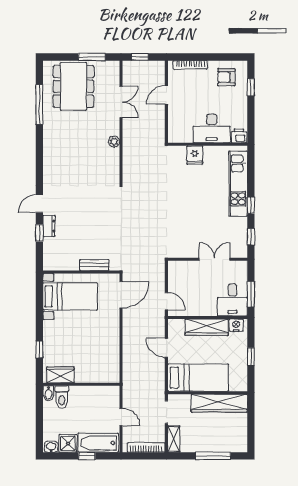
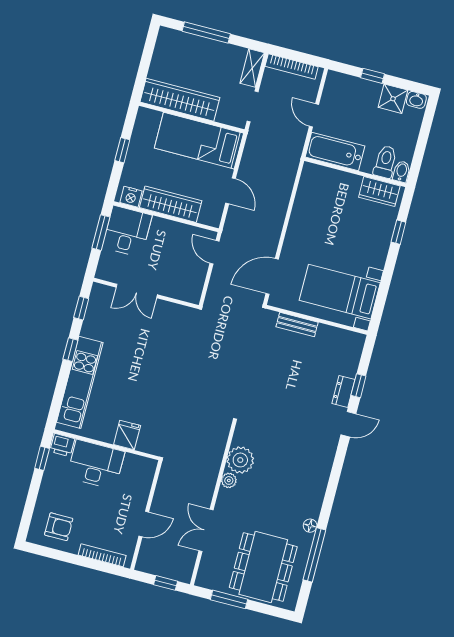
window: (251, 87) -> (42, 458), moved
floor lamp: (48, 125) -> (310, 526), added
plant: (110, 158) -> (240, 460), added
bathtub: (98, 443) -> (335, 151), moved, turned 180

